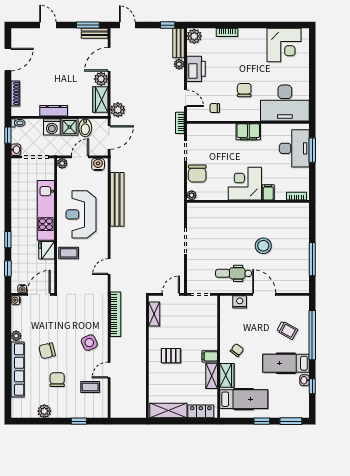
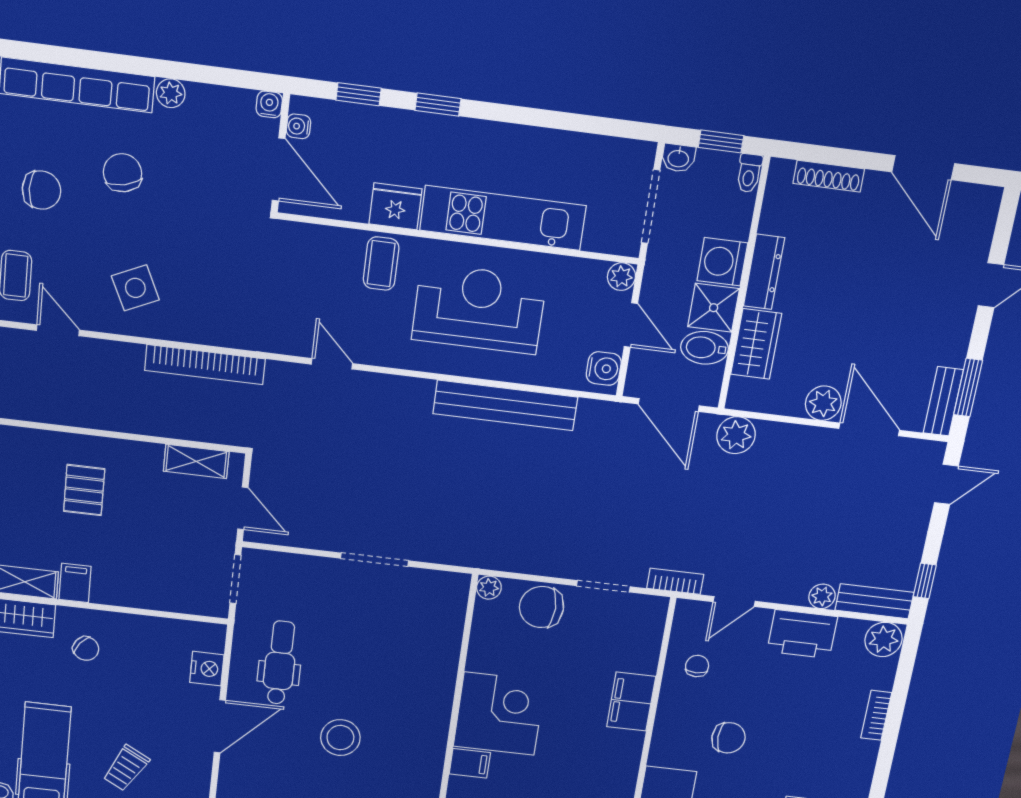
wardrobe: (100, 100) -> (756, 344), moved, turned 90
filing cabinet: (248, 132) -> (631, 702), moved

